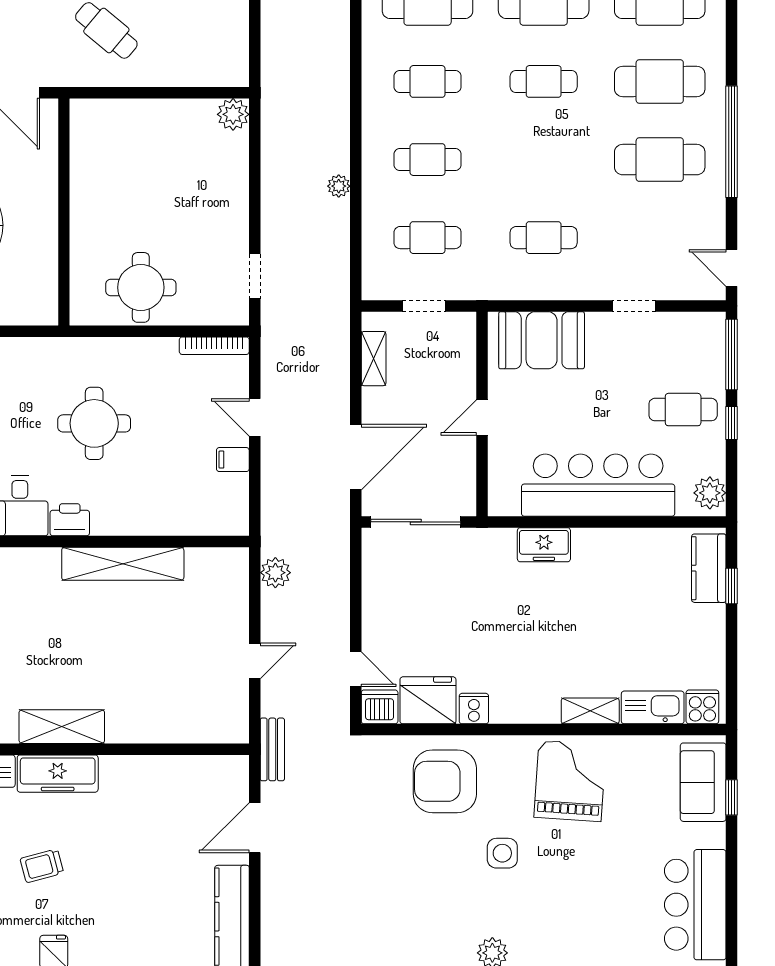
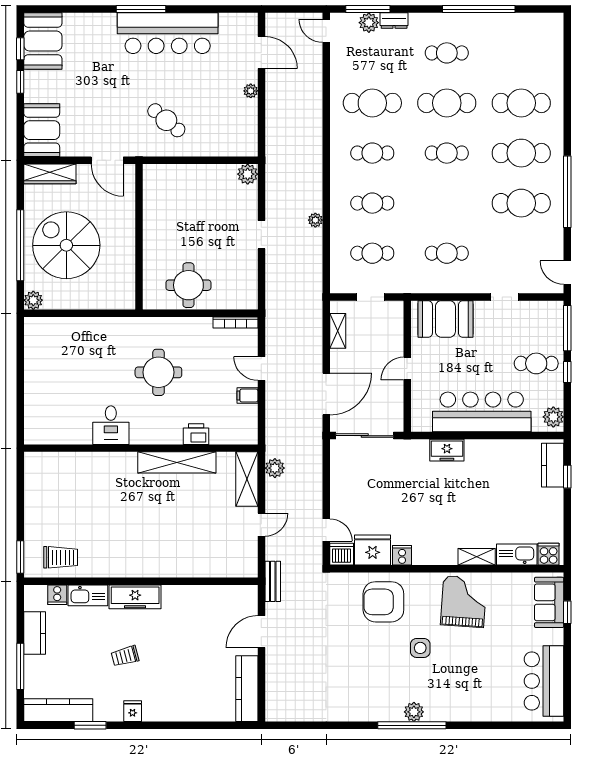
doorway: (255, 276) -> (261, 235), moved
printer: (70, 520) -> (196, 434), moved
shelving: (62, 727) -> (247, 479), moved, turned 90

